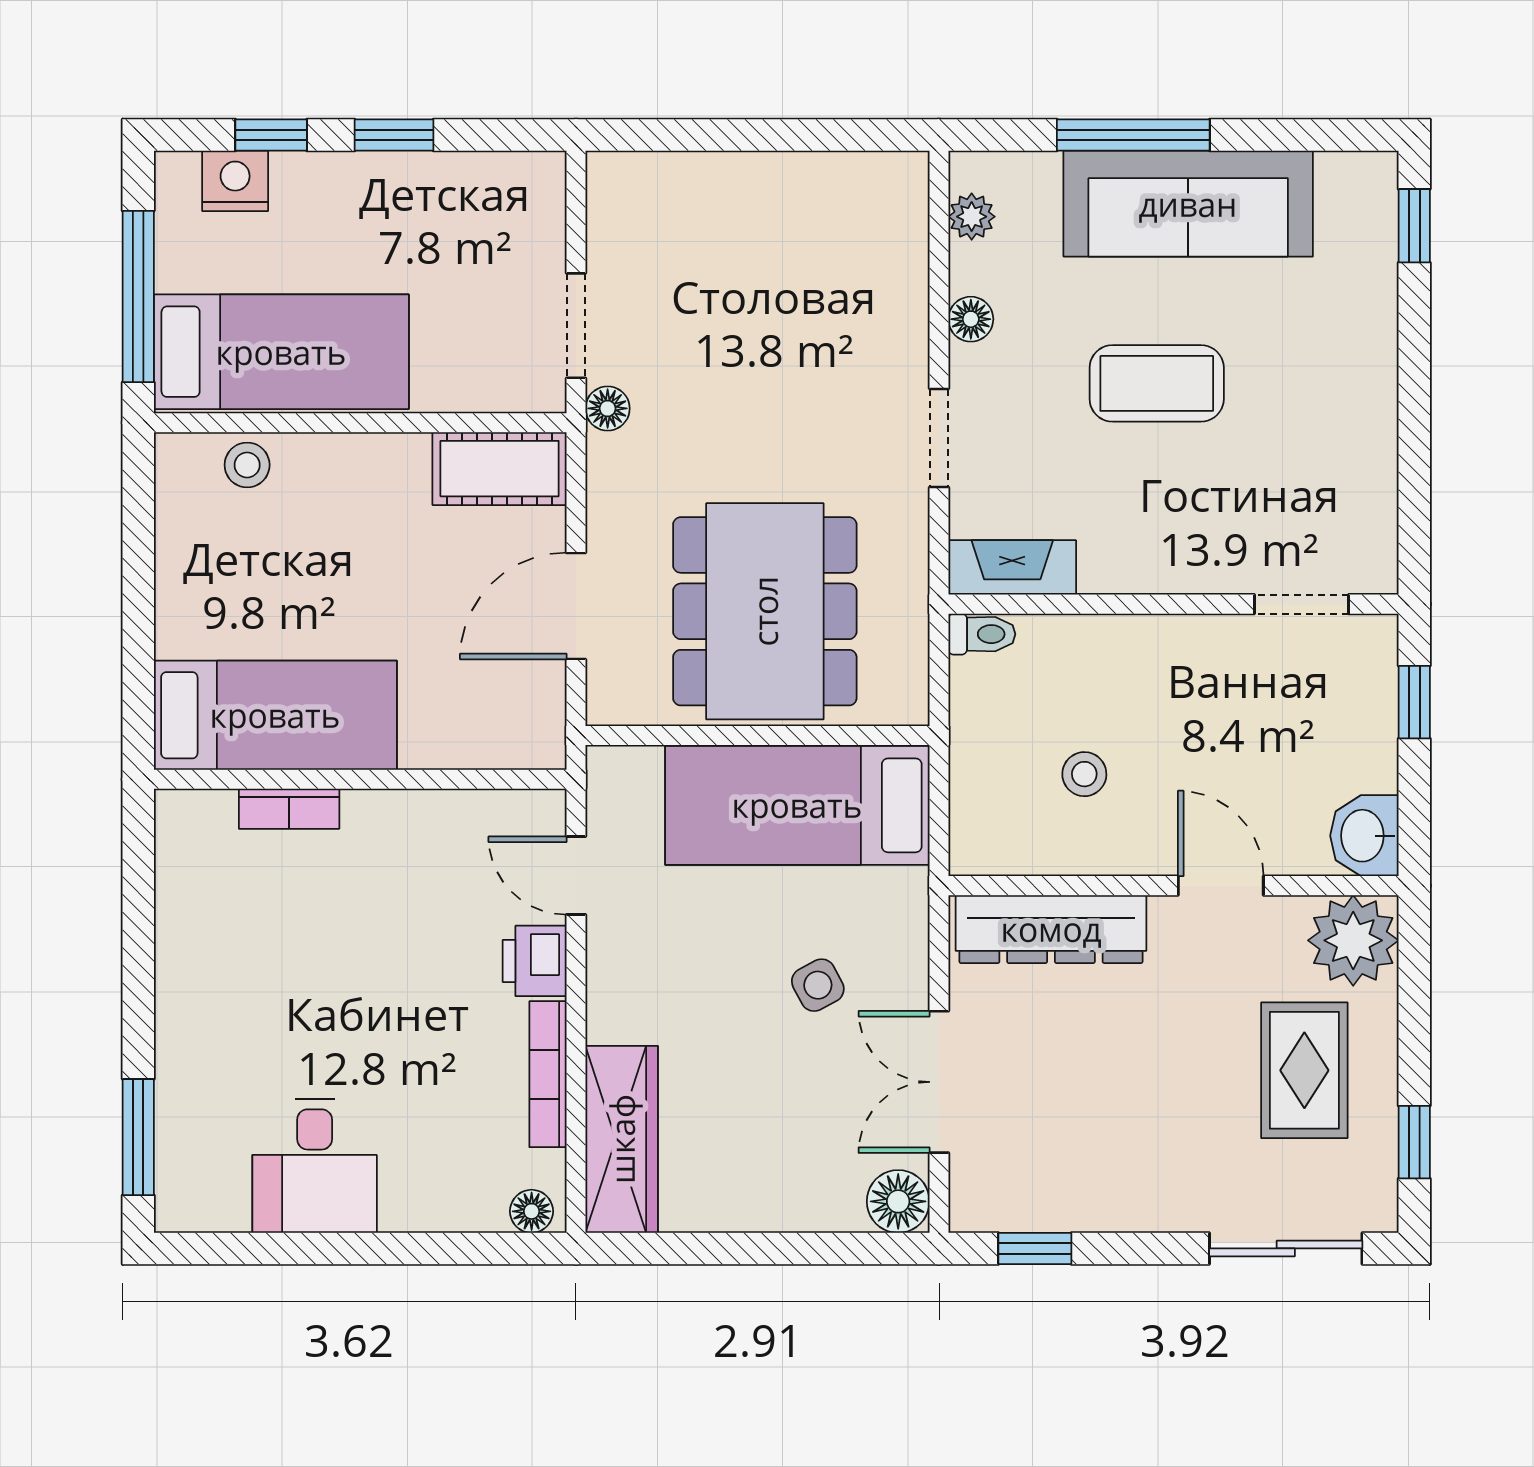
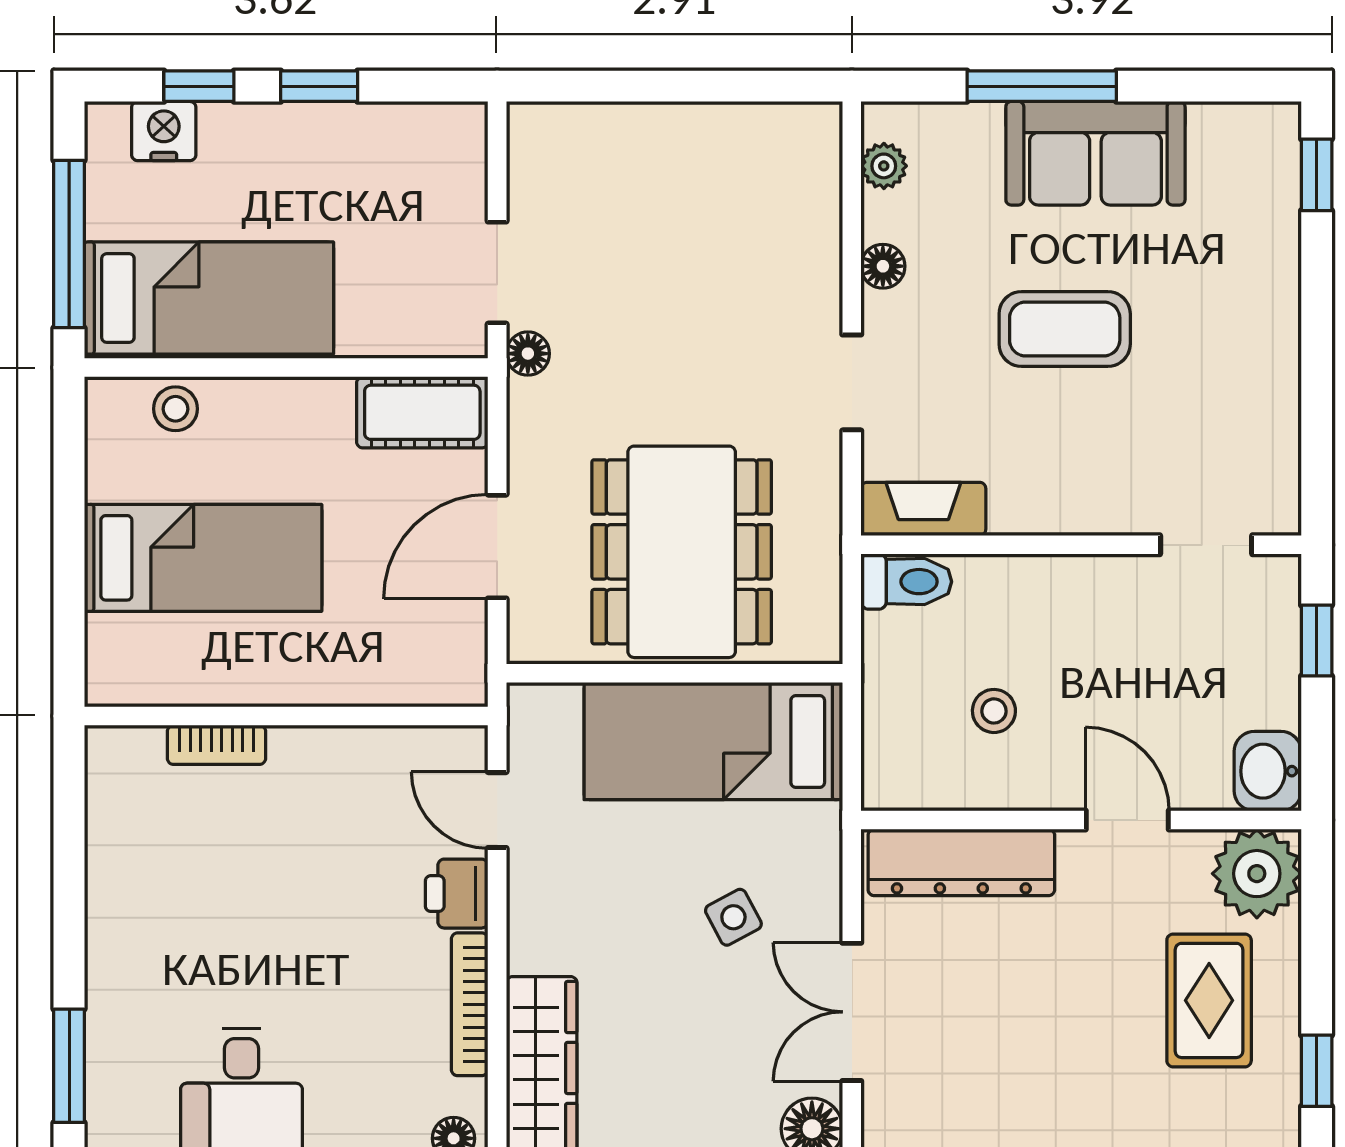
sofa: (1188, 204) -> (1095, 153), width x0.73
toilet: (982, 634) -> (906, 582), width x1.37, depth x1.39
bed: (275, 715) -> (203, 558), moved

